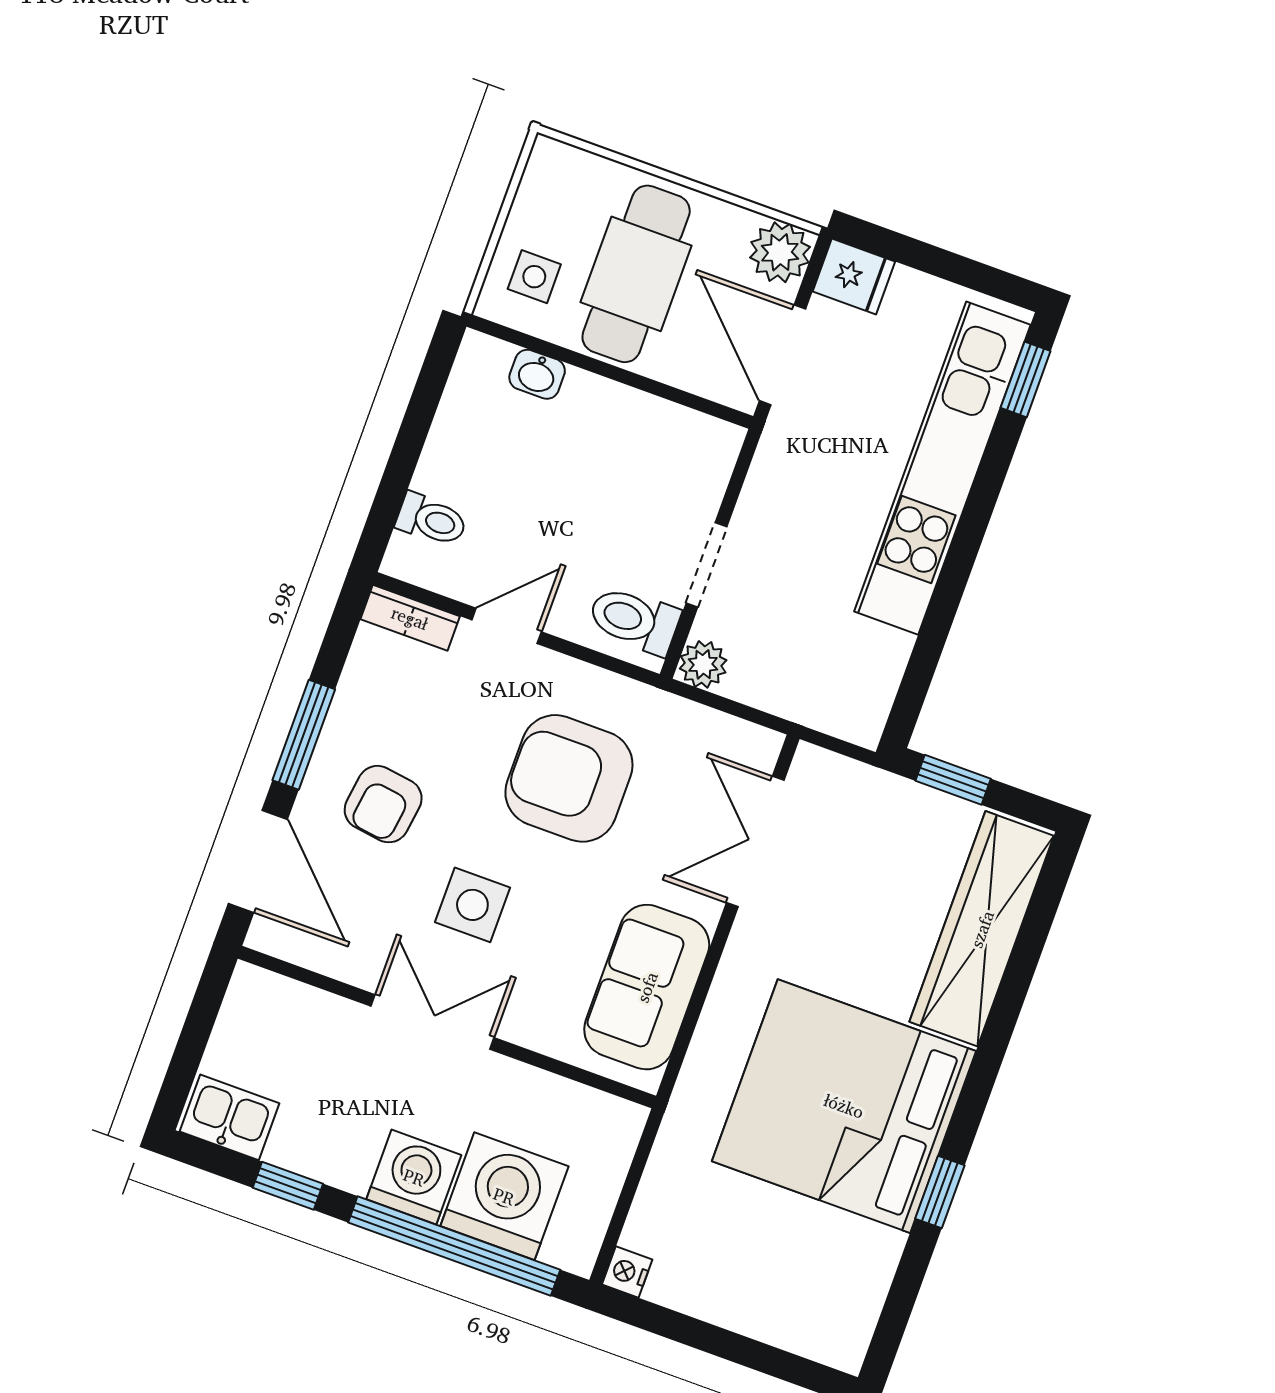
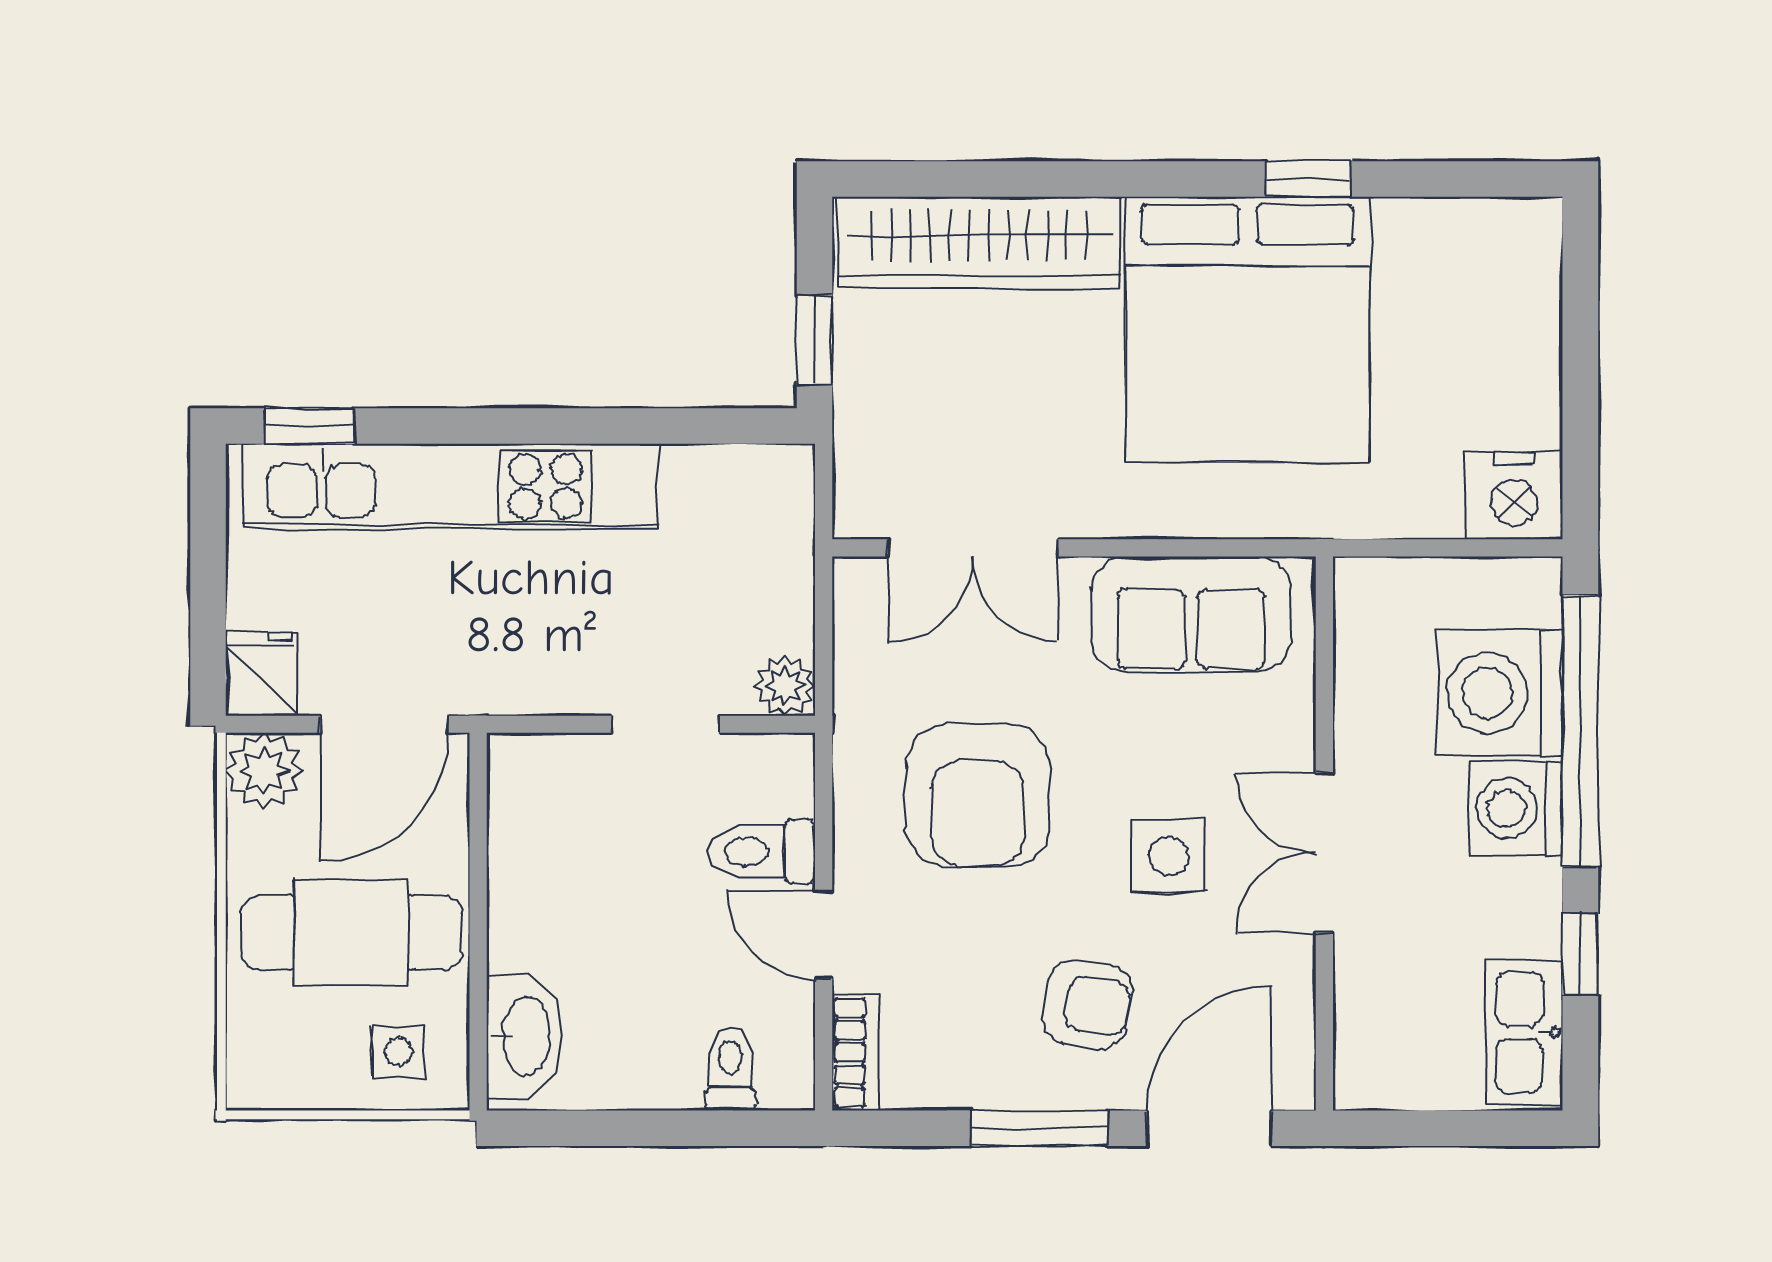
washbasin: (537, 374) -> (524, 1036), width x1.91, depth x1.45
toilet: (634, 620) -> (761, 851), moved, turned 90
kitchen sink: (230, 1117) -> (1524, 1032), width x1.38
nightstand: (627, 1272) -> (1514, 496), width x1.89, depth x1.79

